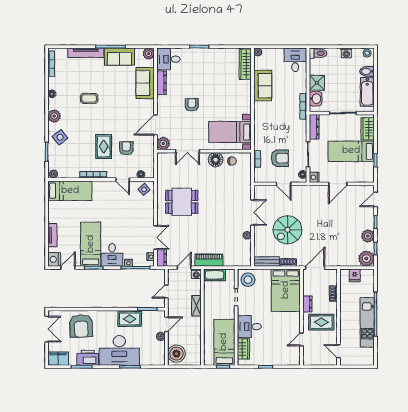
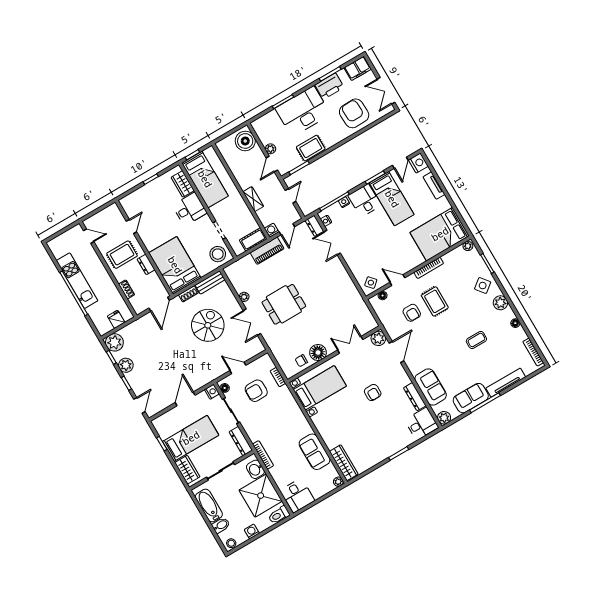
shower: (317, 83) -> (261, 496), width x1.86, depth x1.86
bed: (70, 191) -> (440, 234), width x1.50
dining table: (182, 202) -> (284, 304), moved

